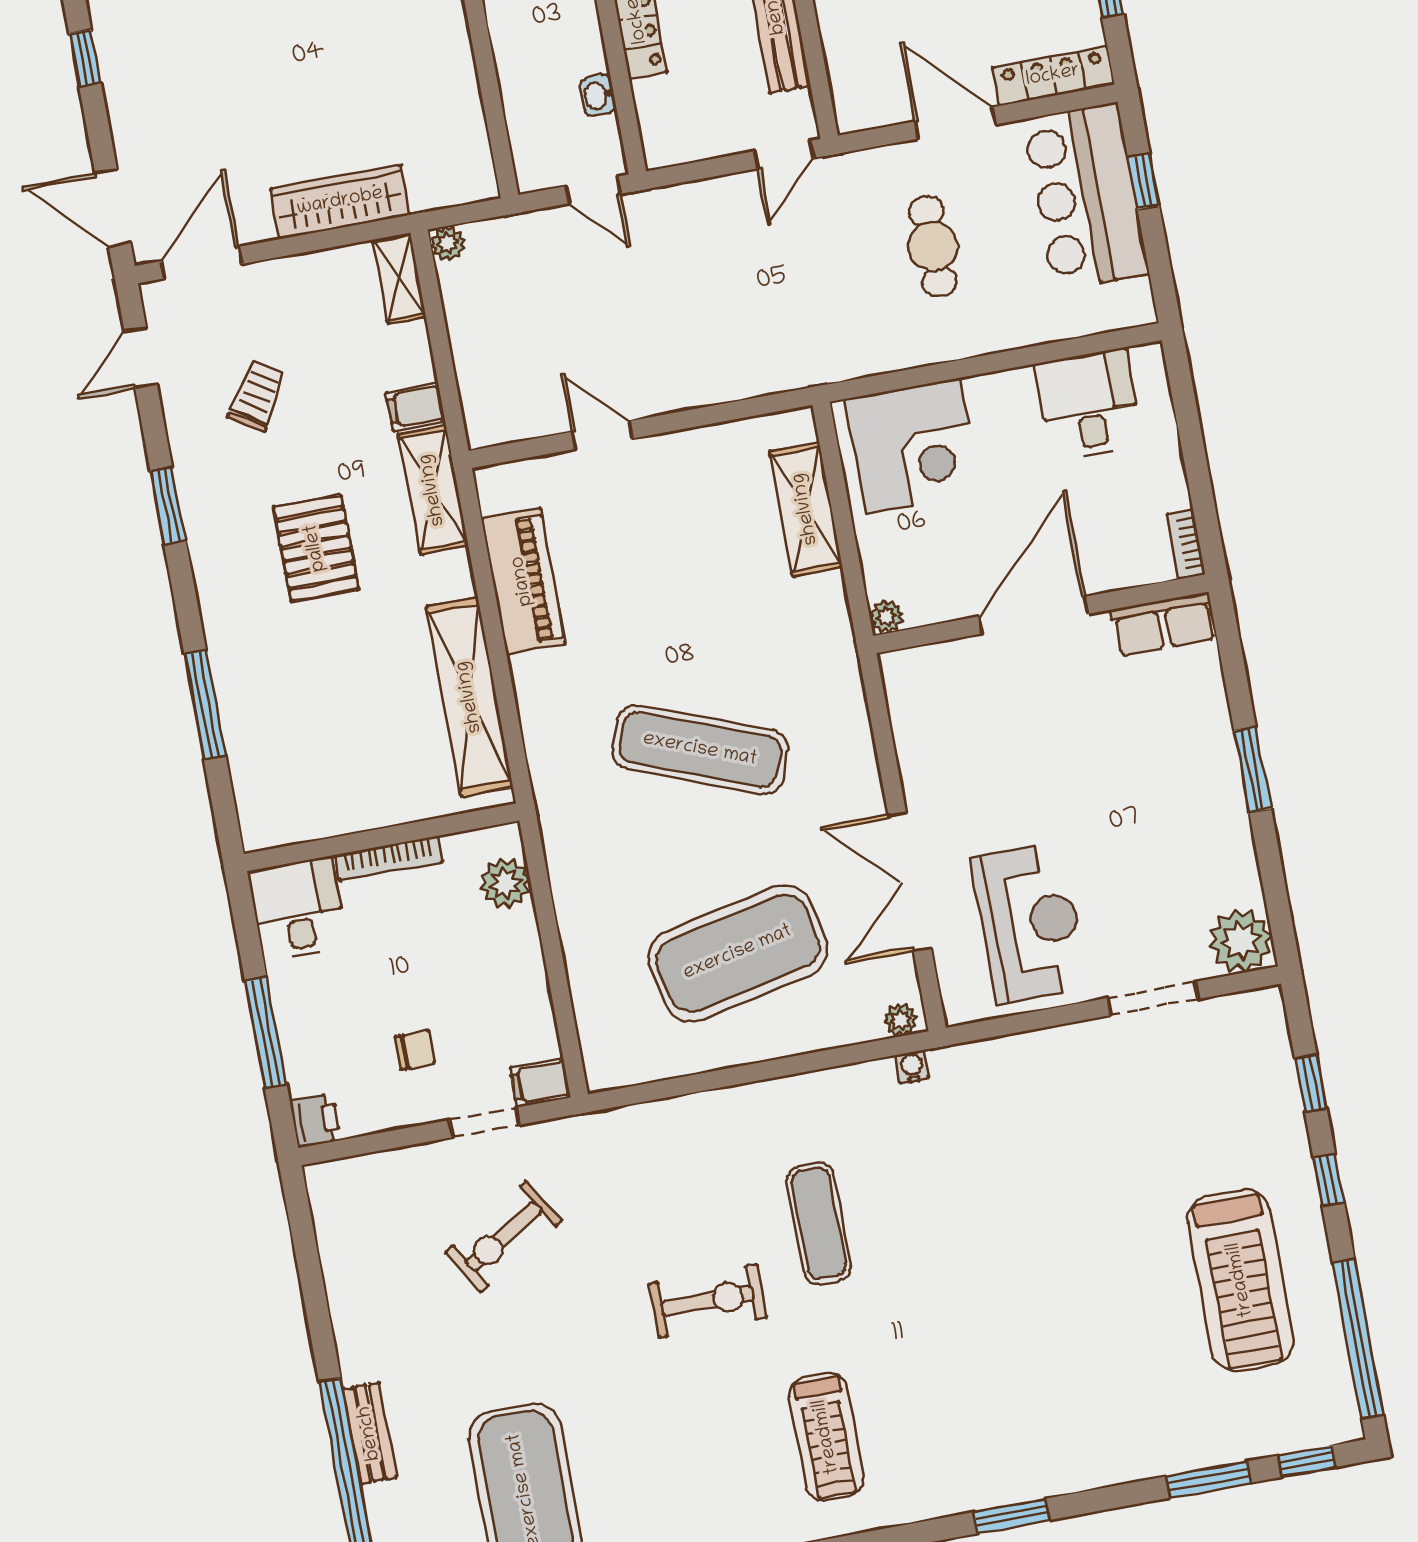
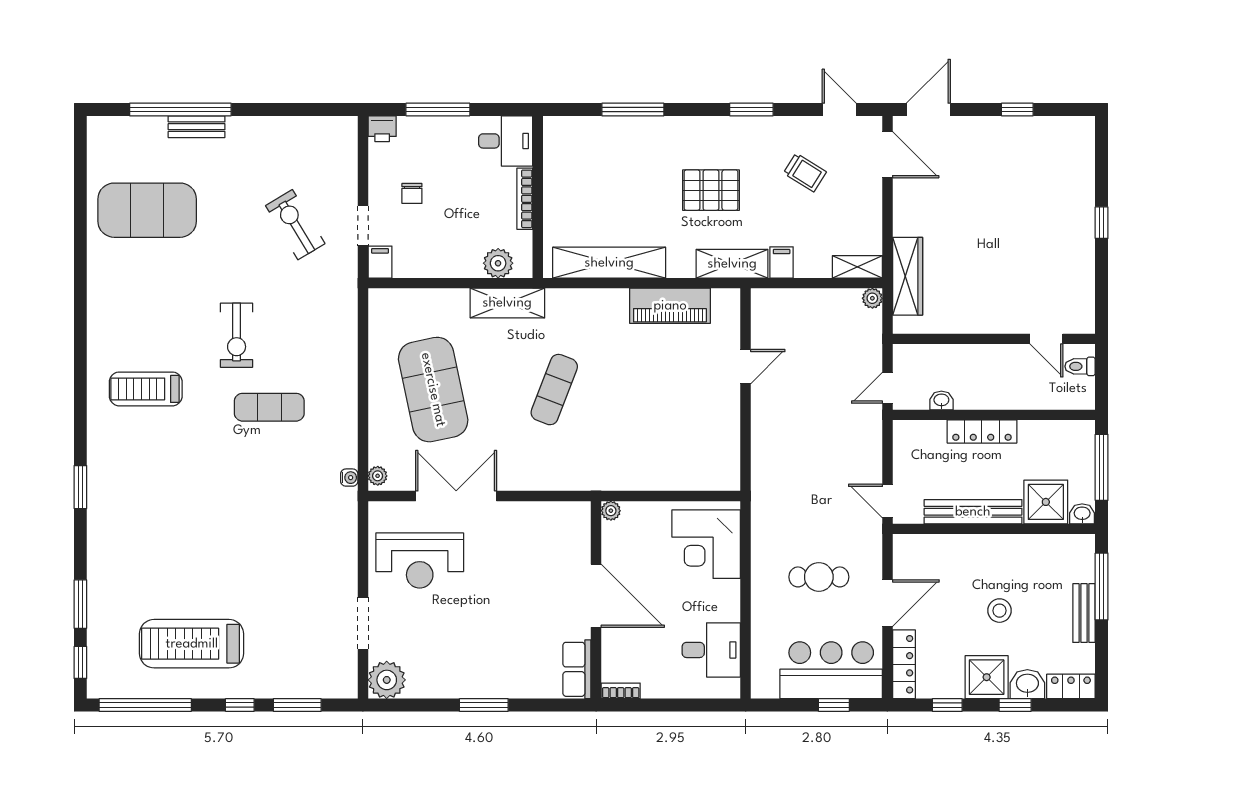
wardrobe: (340, 202) -> (908, 276), moved
shelving: (806, 509) -> (507, 303), moved
exercise mat: (700, 750) -> (554, 390), width x0.73, depth x0.69
window: (1311, 1083) -> (297, 705), width x1.50

